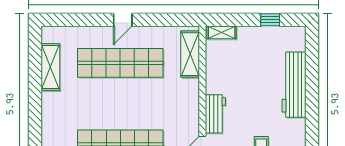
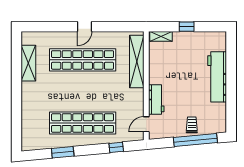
window: (270, 20) -> (187, 27), moved
shelving: (190, 54) -> (137, 62), width x1.47

